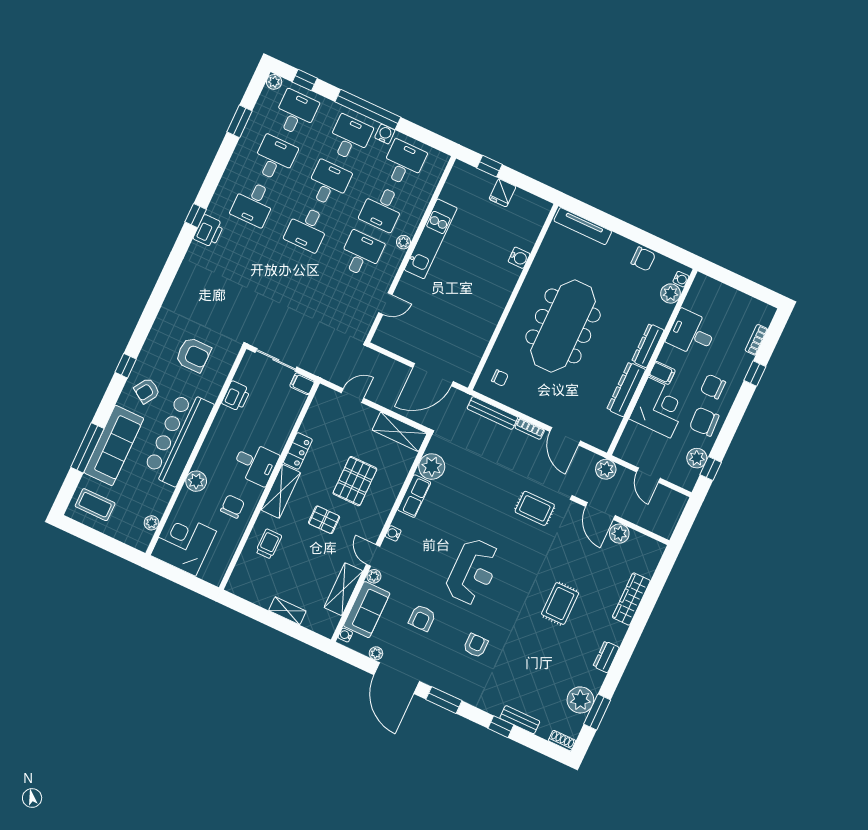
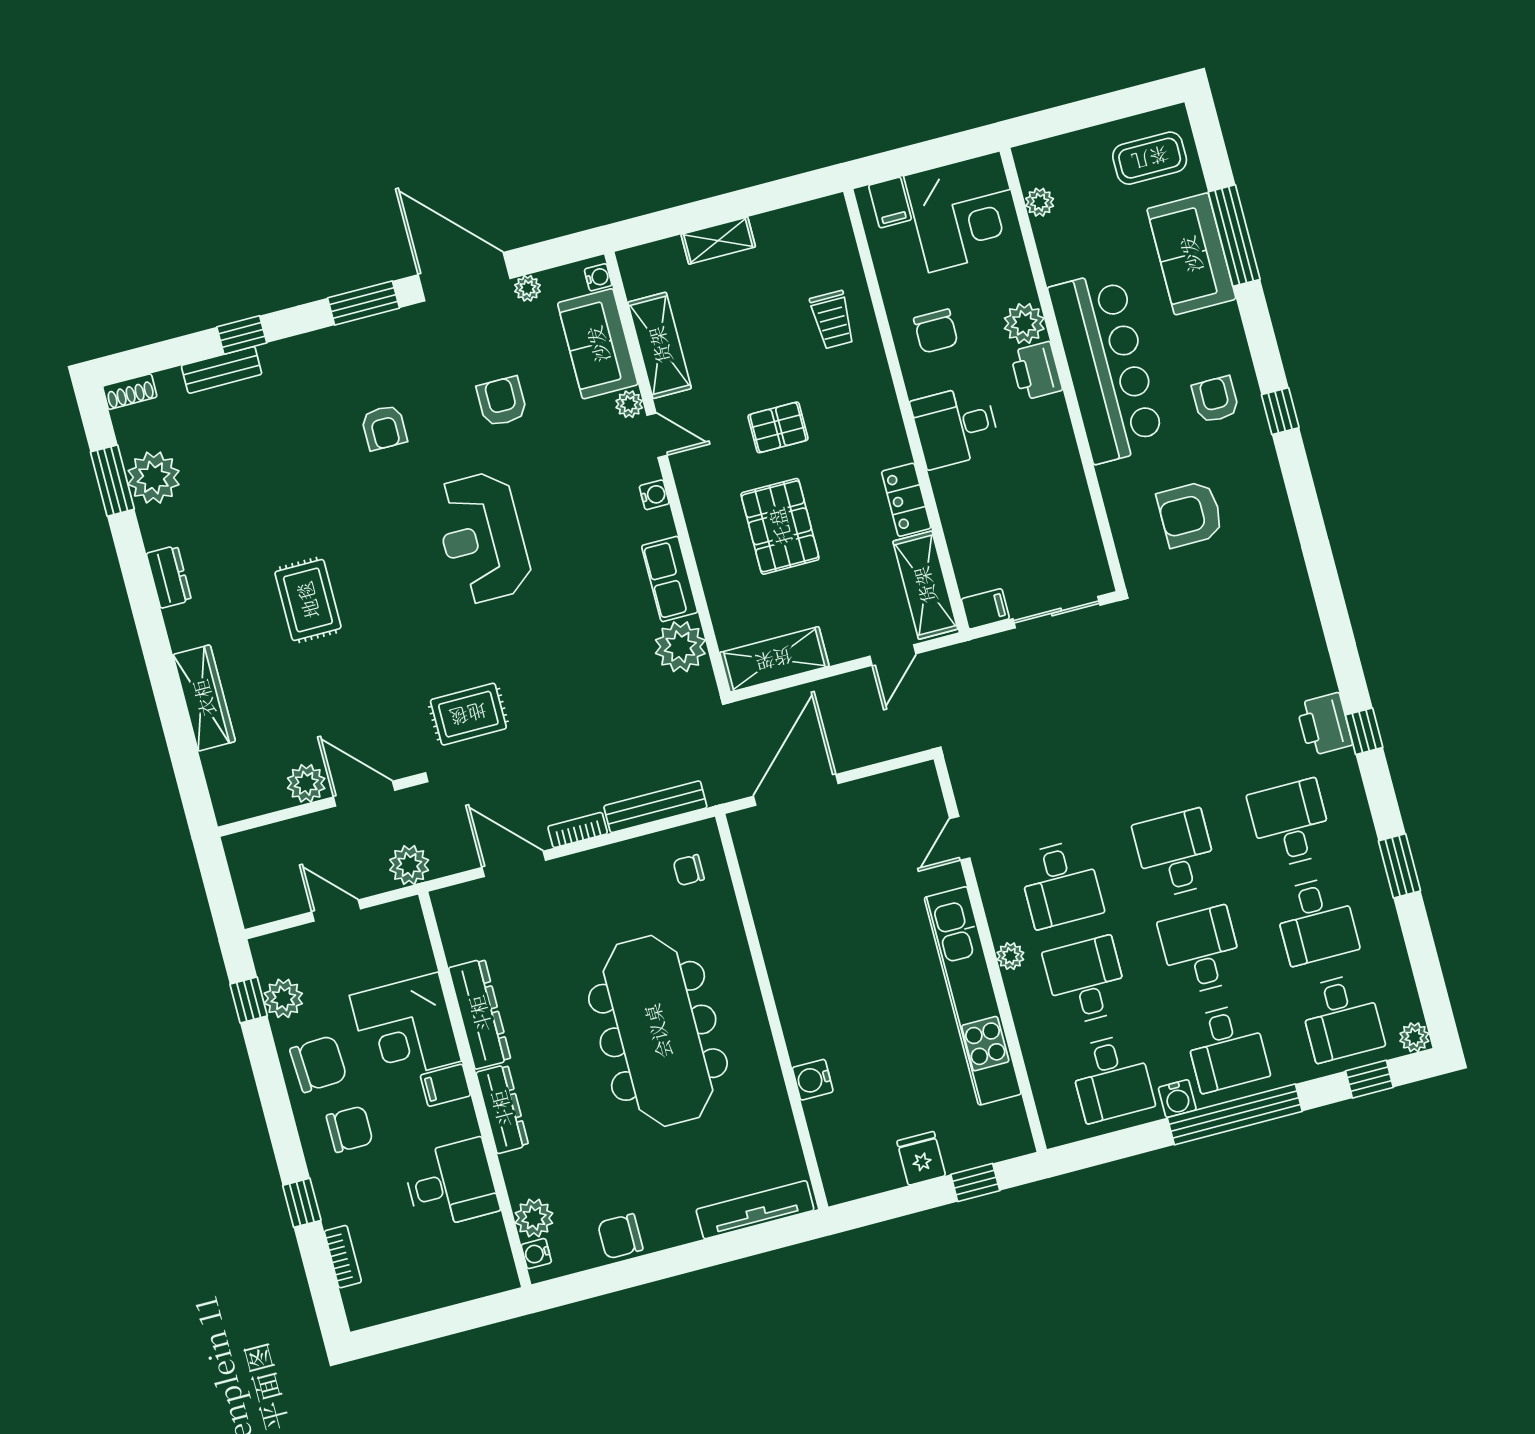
window: (240, 121) -> (1399, 866), moved
desk: (328, 183) -> (1201, 951), turned 180
kitchen unit: (431, 239) -> (973, 996), width x1.36
armchair: (147, 391) -> (1215, 400), turned -33
printer: (236, 396) -> (1036, 371), moved
sofa: (114, 445) -> (1191, 254), width x0.73
shelving: (281, 491) -> (925, 585), moved
filing cabinet: (209, 571) -> (890, 202), added

